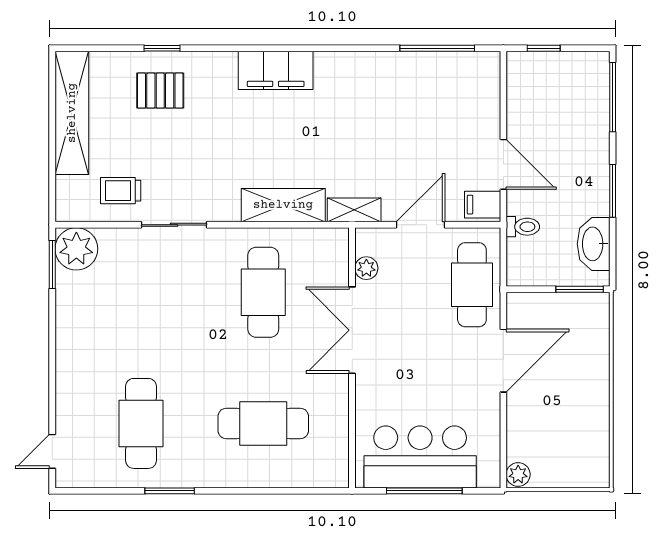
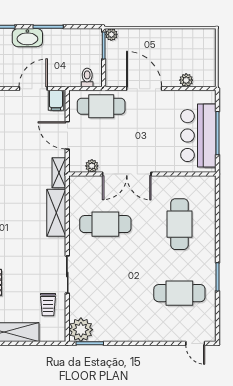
toilet: (523, 227) -> (87, 78), moved
washbasin: (594, 244) -> (27, 38), moved
plant: (599, 303) -> (111, 35), added
plant: (518, 474) -> (186, 80), moved

